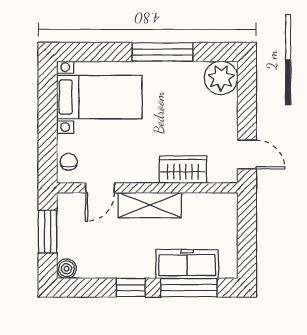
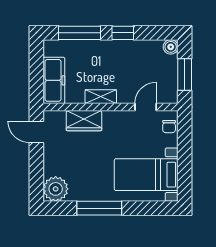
shelving: (150, 205) -> (101, 97), width x0.67, depth x0.75
freezer: (187, 264) -> (54, 80), moved, turned -90

